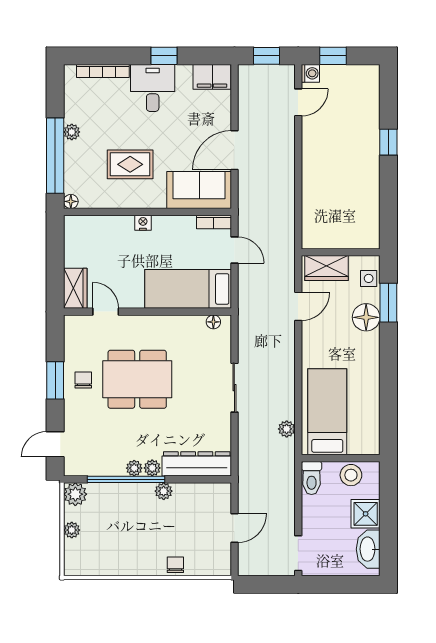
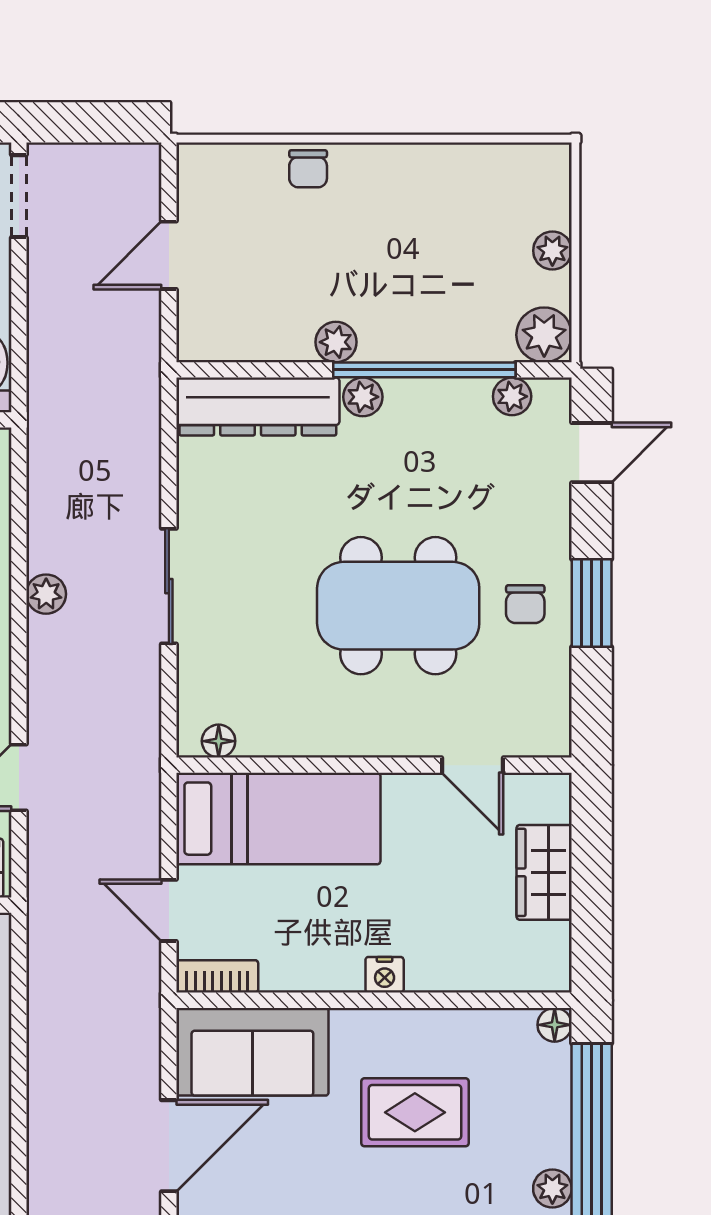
wardrobe: (75, 288) -> (544, 872), moved
plant: (287, 429) -> (46, 594), moved
plant: (134, 468) -> (512, 396), moved

